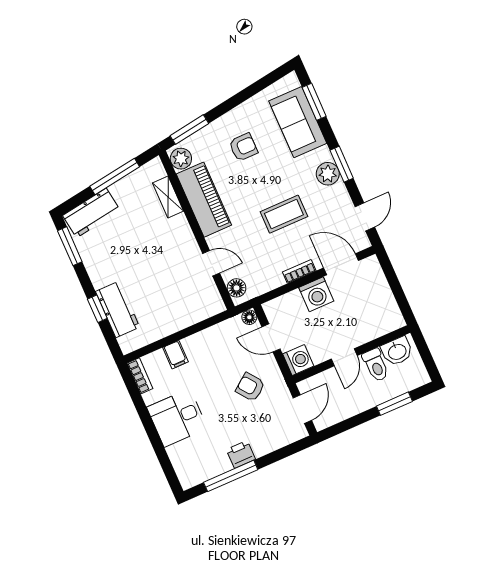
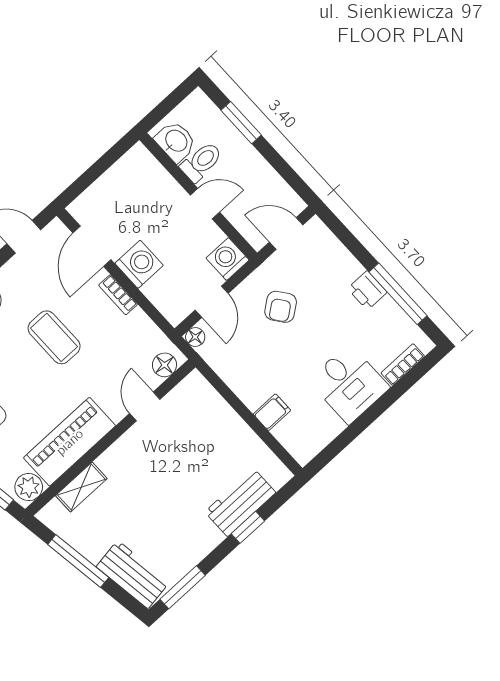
bookcase: (140, 376) -> (403, 365), moved

